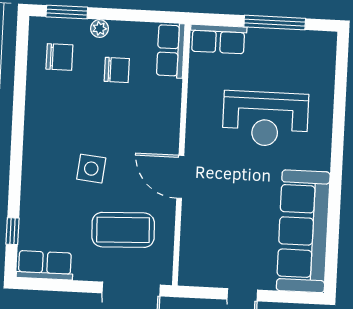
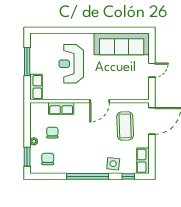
row of seats: (171, 51) -> (61, 108), moved
reception desk: (265, 119) -> (71, 64), turned 180
window: (17, 142) -> (88, 176), added
side table: (91, 169) -> (113, 164), moved

